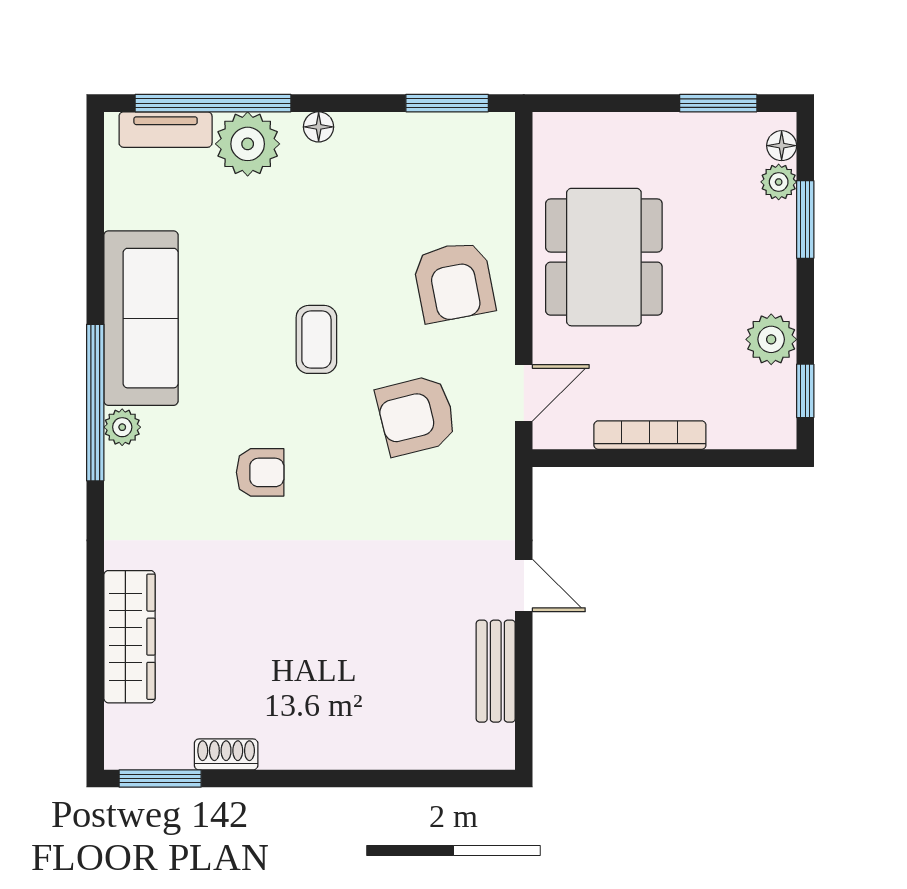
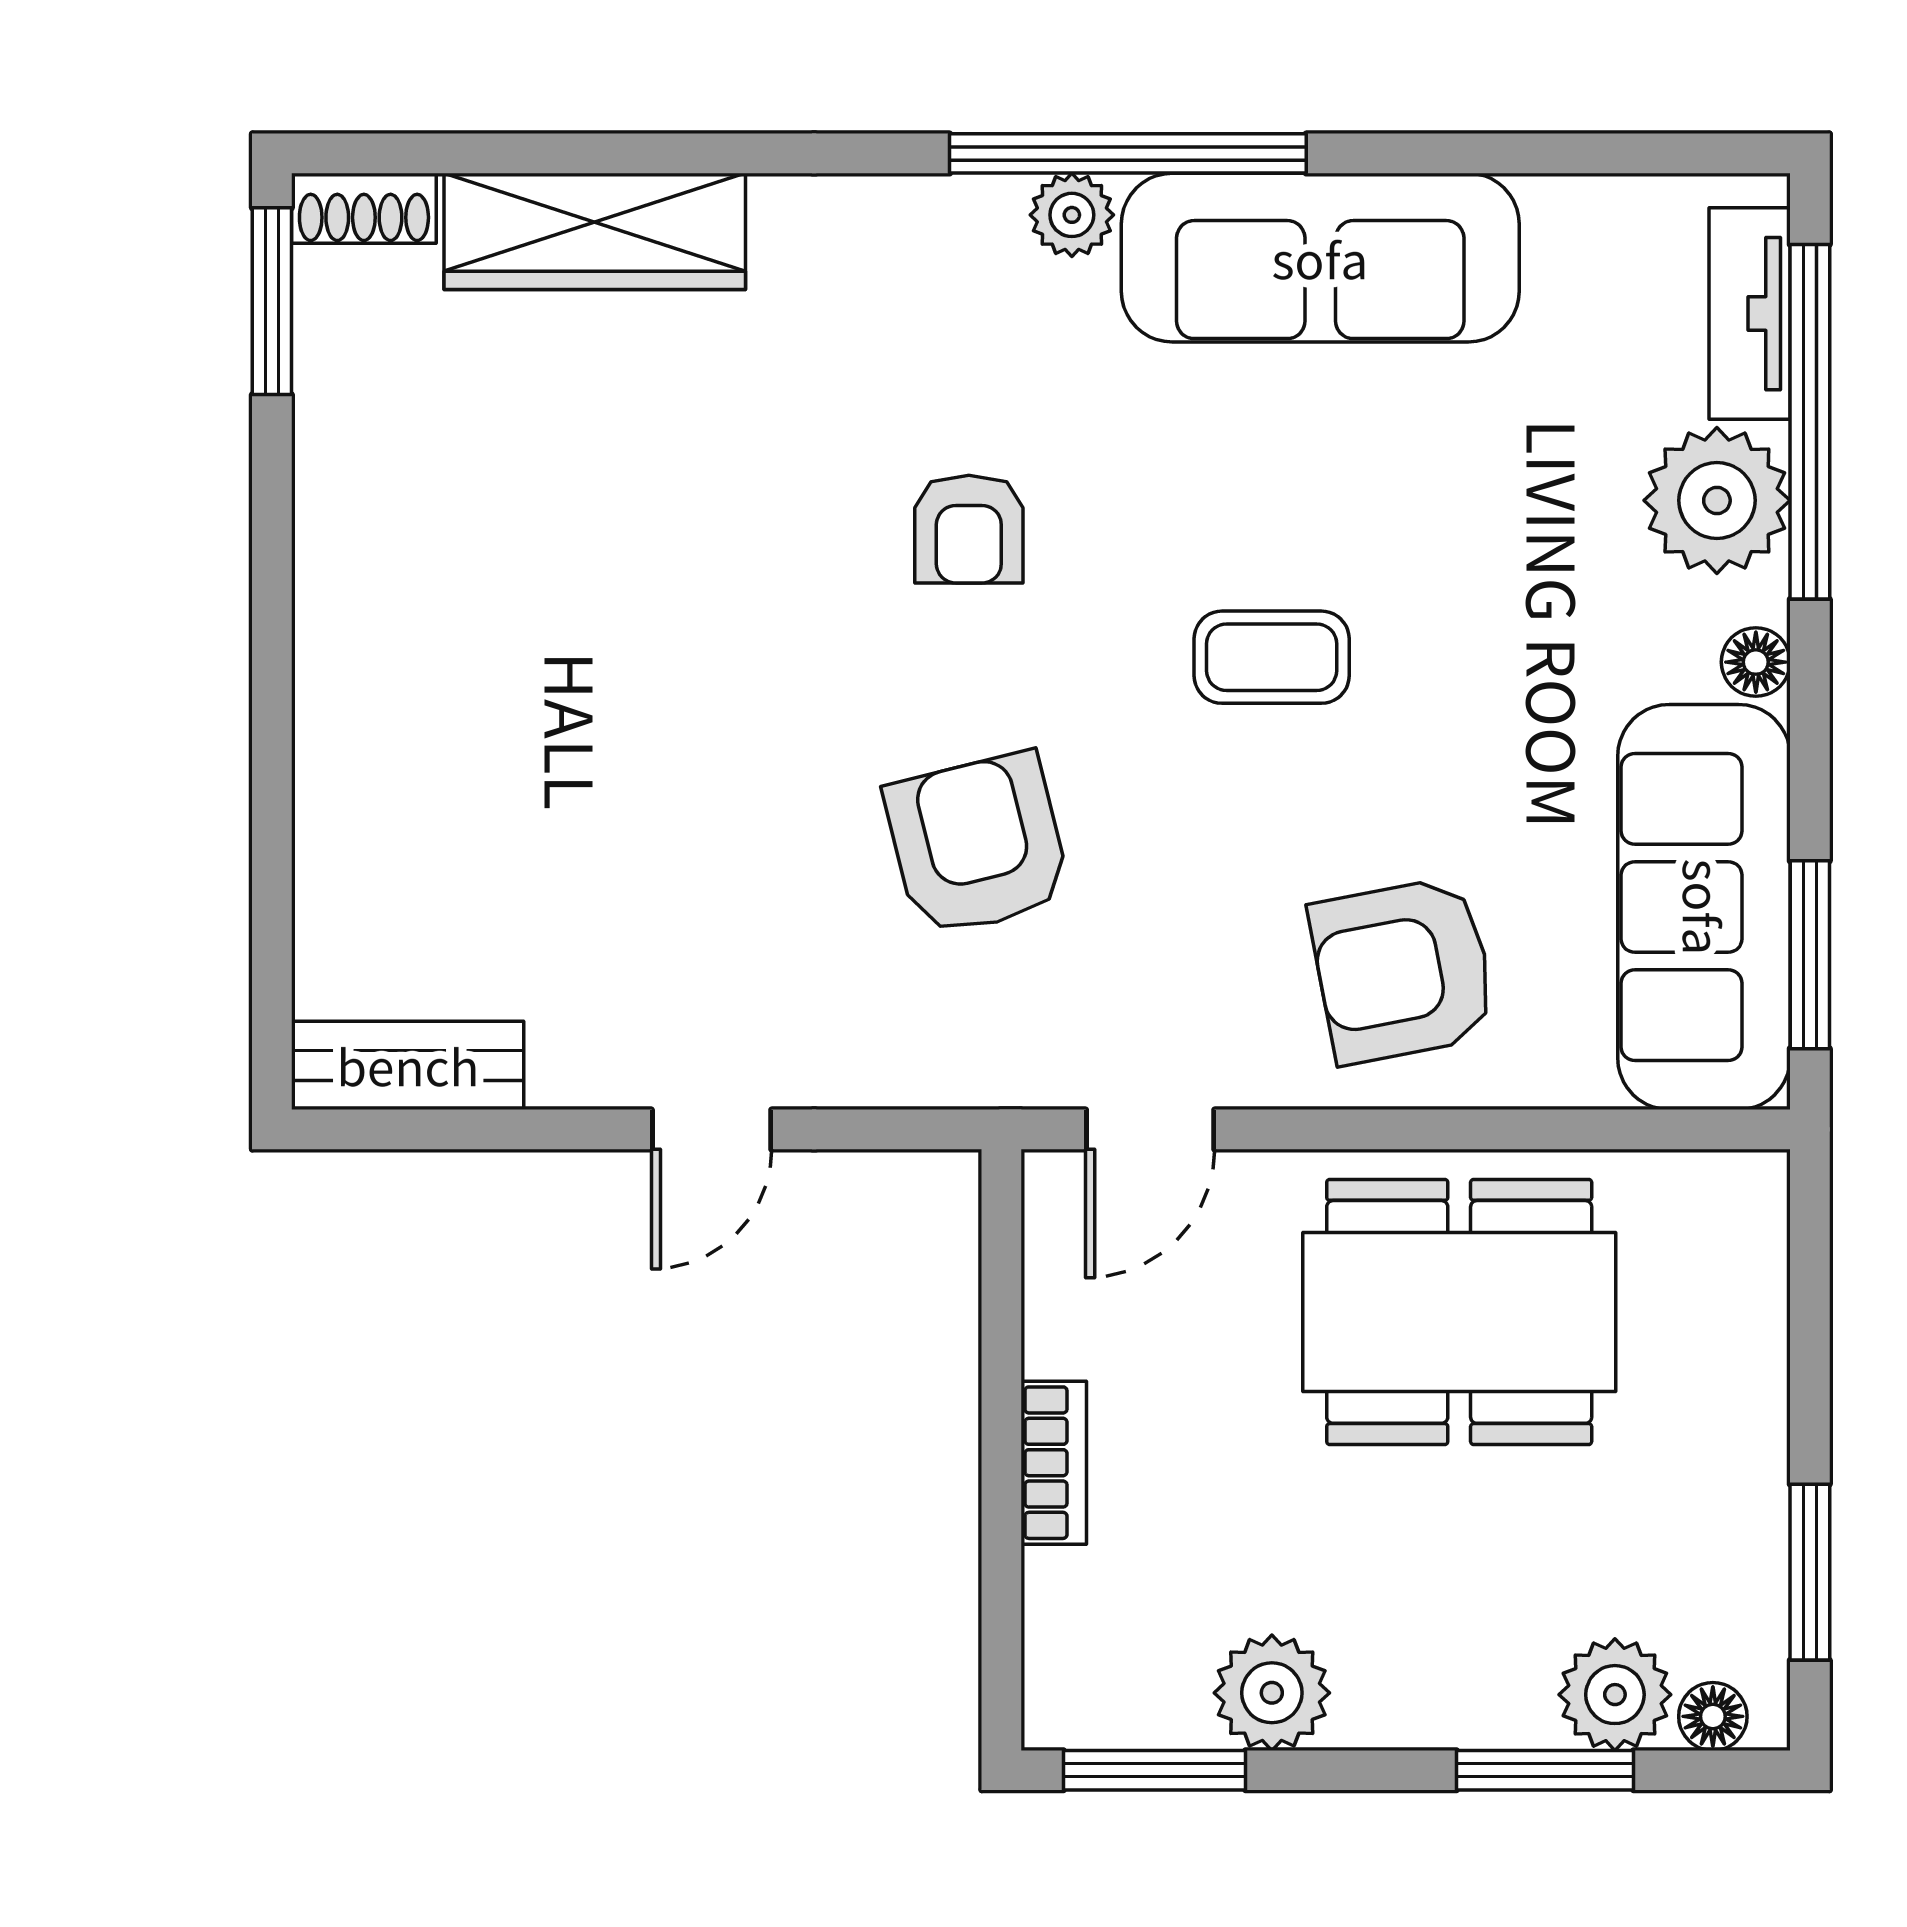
sofa: (426, 150) -> (1704, 907), added
plant: (779, 182) -> (1615, 1695), width x1.38, depth x1.38
window: (805, 391) -> (1154, 1770), width x1.50
door: (524, 393) -> (1150, 1129), hinge flipped
armchair: (416, 415) -> (978, 845), moved
bookcase: (650, 435) -> (1054, 1463), width x0.64
bench: (496, 671) -> (408, 1065), moved
shoe rack: (226, 754) -> (364, 208), moved, turned 90

